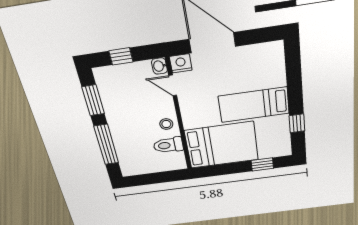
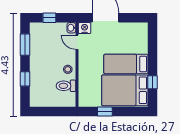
window: (106, 145) -> (25, 79), width x0.46
bed: (222, 145) -> (125, 90), moved, turned 180
window: (262, 164) -> (105, 112), moved

